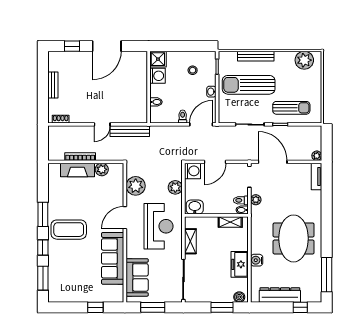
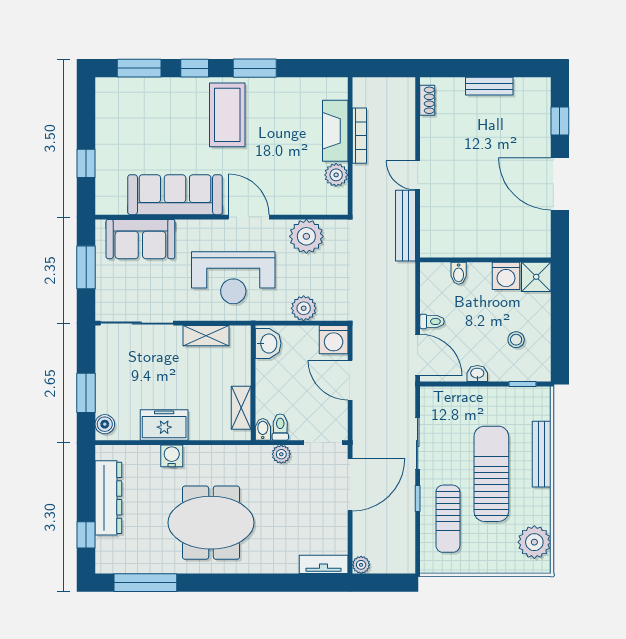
sun lounger: (249, 85) -> (491, 474), moved

